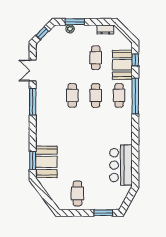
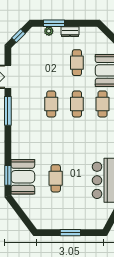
dresser: (105, 29) -> (70, 32), moved
cafe table: (77, 193) -> (56, 178), moved
window: (103, 213) -> (70, 233), moved

